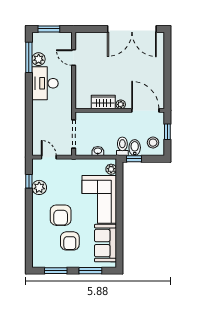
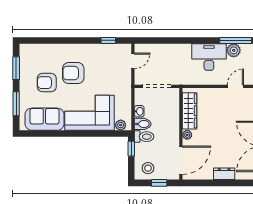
dresser: (159, 69) -> (224, 174), added
wardrobe: (103, 102) -> (190, 111), width x1.50
bidet: (135, 148) -> (143, 124), moved
plant: (39, 187) -> (102, 51), removed

